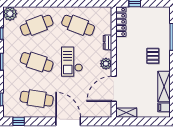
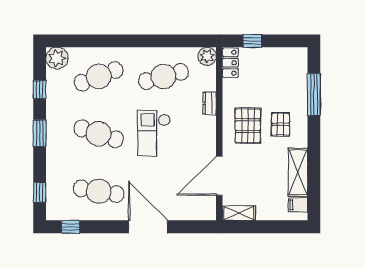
locker: (121, 22) -> (230, 63), width x0.66
cafe table: (78, 25) -> (163, 76), turned -36
pallet: (132, 57) -> (248, 126), added
plant: (106, 64) -> (207, 56), moved

